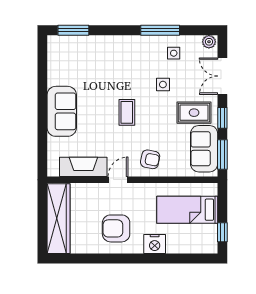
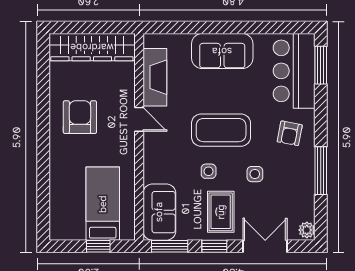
bar counter: (78, 52) -> (294, 71), added
side table: (174, 53) -> (209, 171), moved
coffee table: (127, 112) -> (221, 130), width x1.86, depth x1.72
sofa: (204, 149) -> (159, 212), moved, turned 90
armchair: (150, 159) -> (290, 133), moved
window: (222, 232) -> (98, 246), moved
nightstand: (155, 244) -> (61, 164), removed

